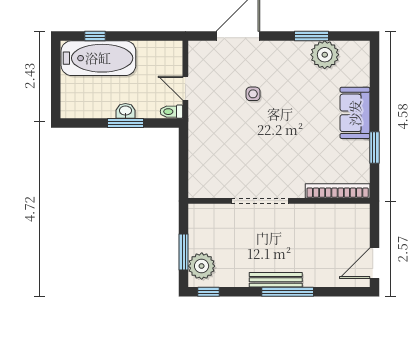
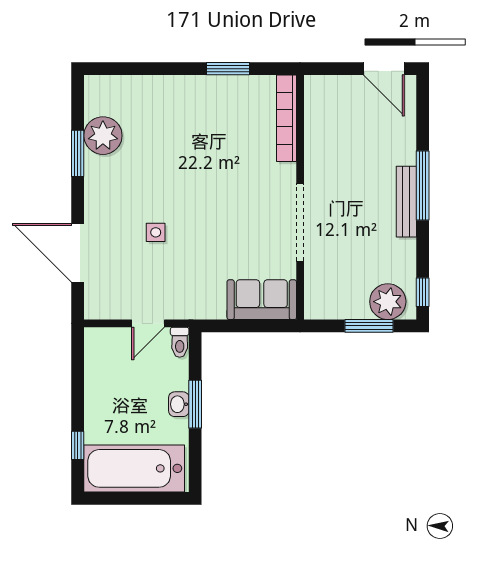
bathtub: (98, 58) -> (134, 468), moved, turned -90
sofa: (355, 113) -> (262, 300), moved, turned 180

